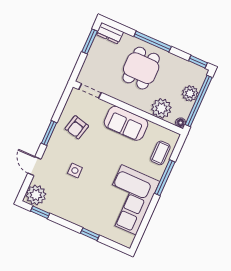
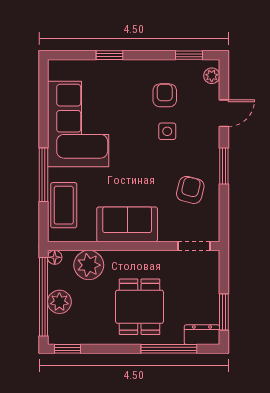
window: (153, 42) -> (169, 349), moved
coffee table: (160, 153) -> (64, 205), width x1.36, depth x1.30
door: (34, 166) -> (224, 113), hinge flipped
armchair: (66, 194) -> (165, 95), added
plant: (36, 195) -> (212, 76), width x0.53, depth x0.53

